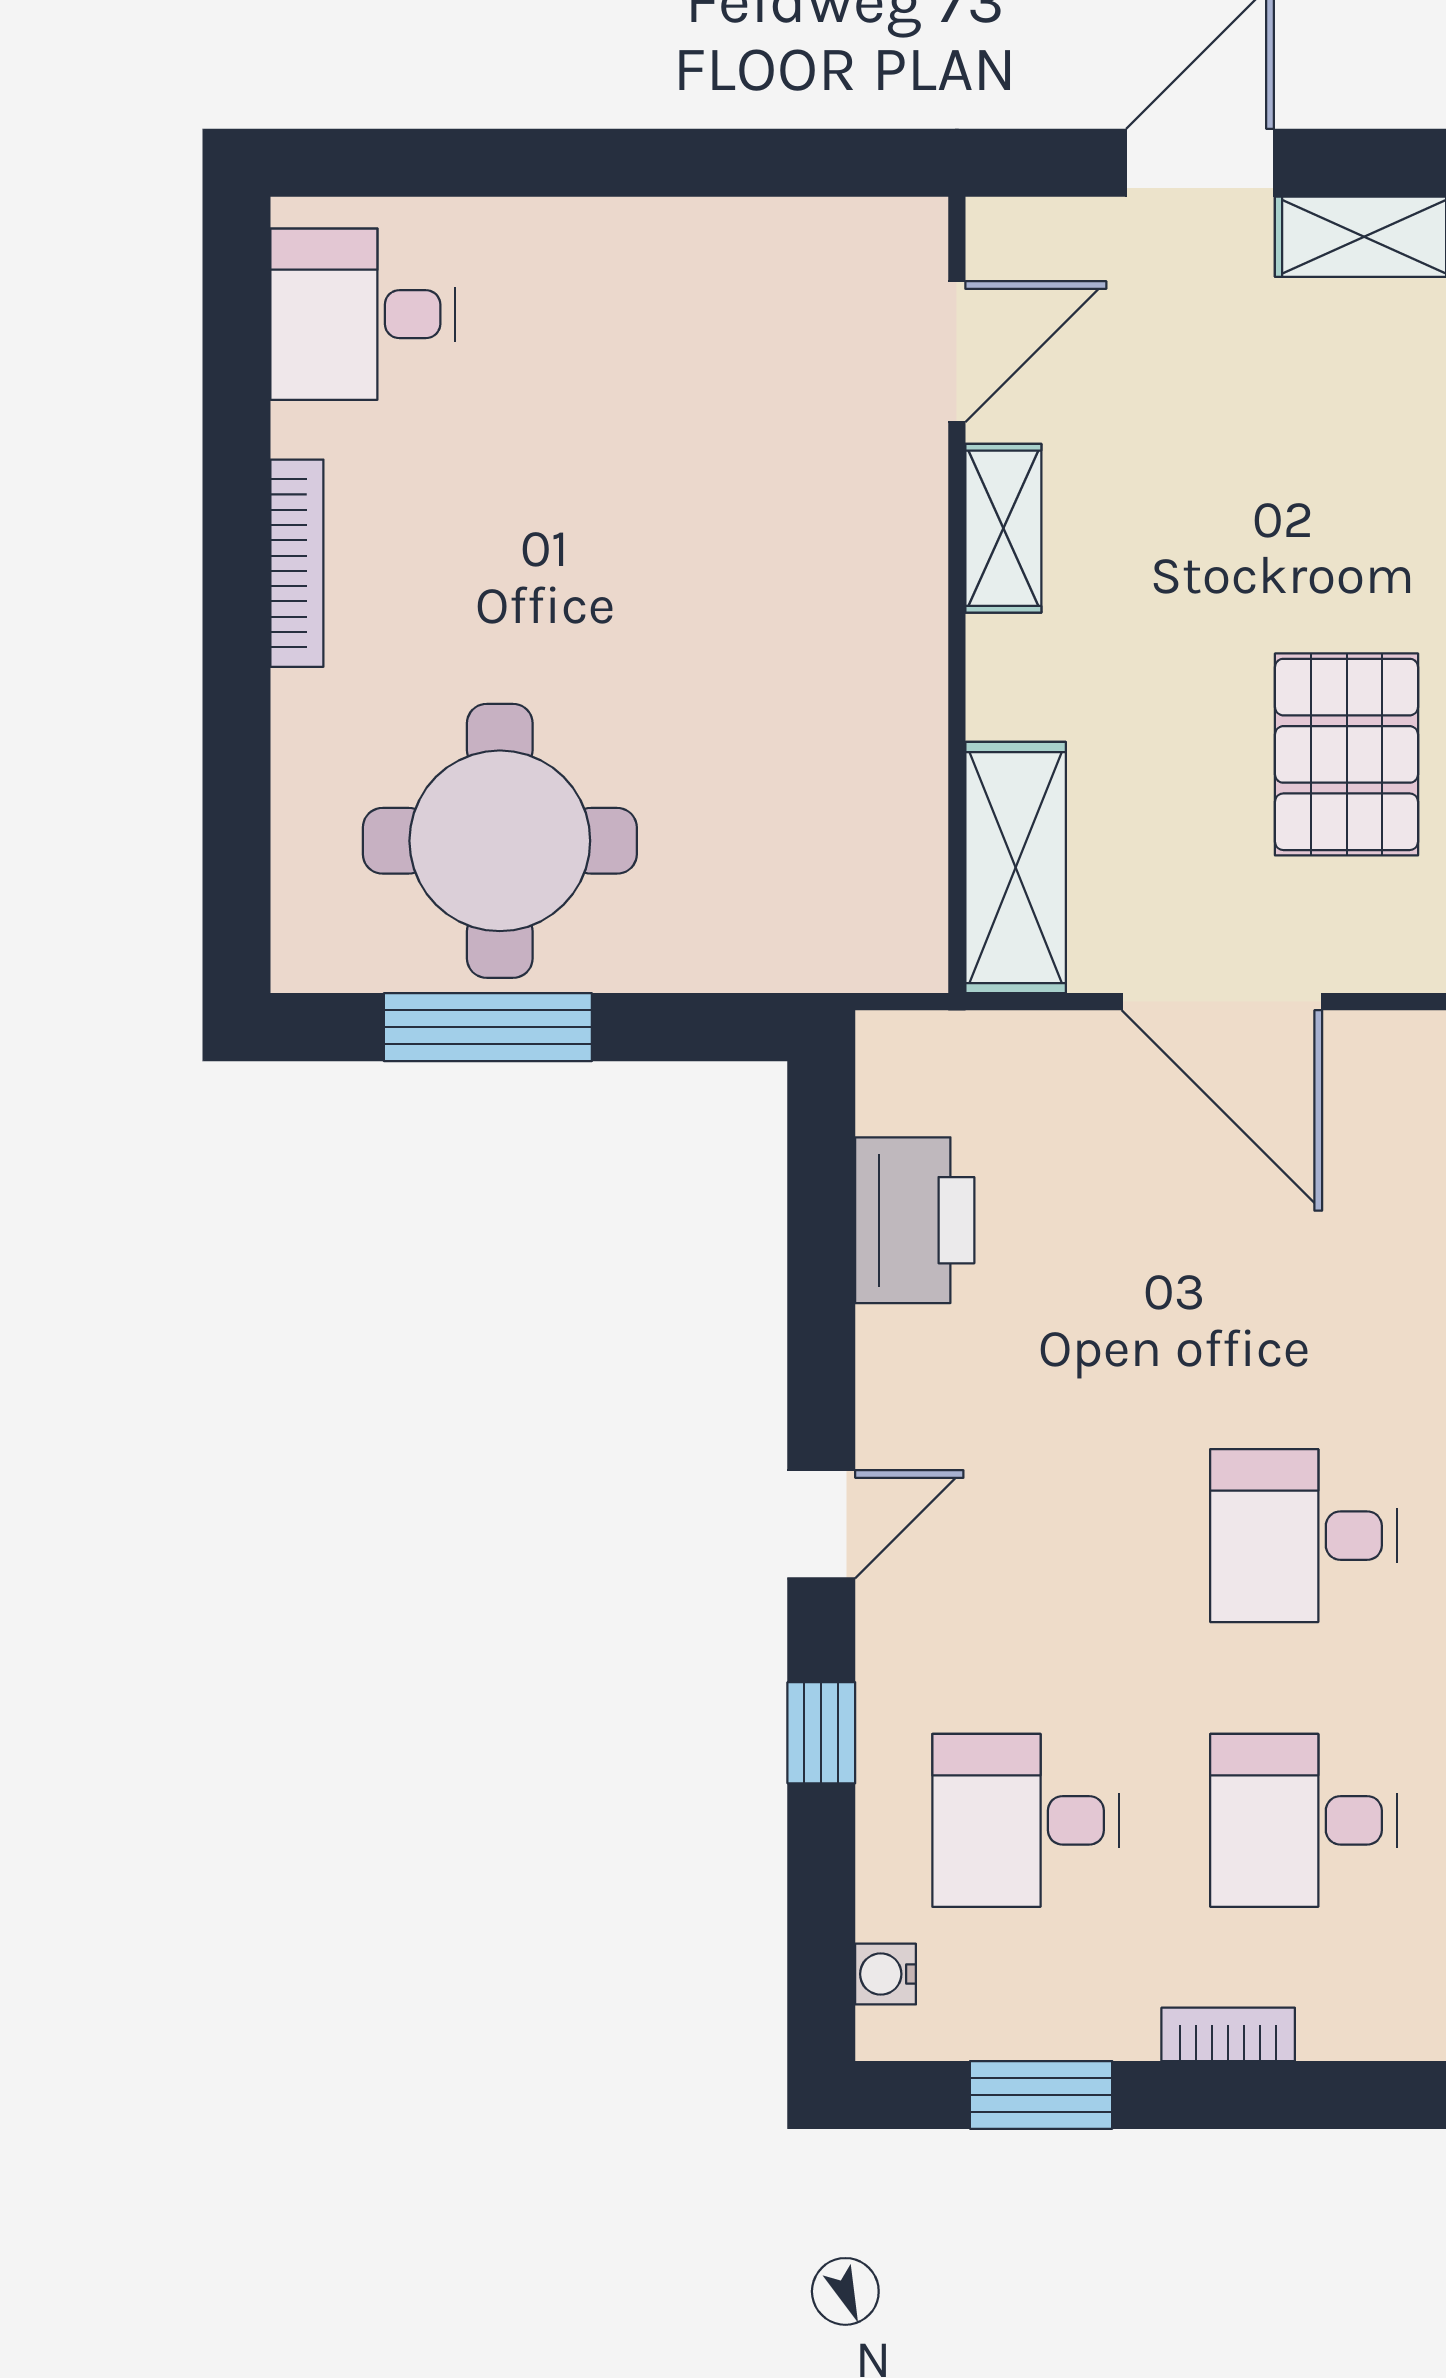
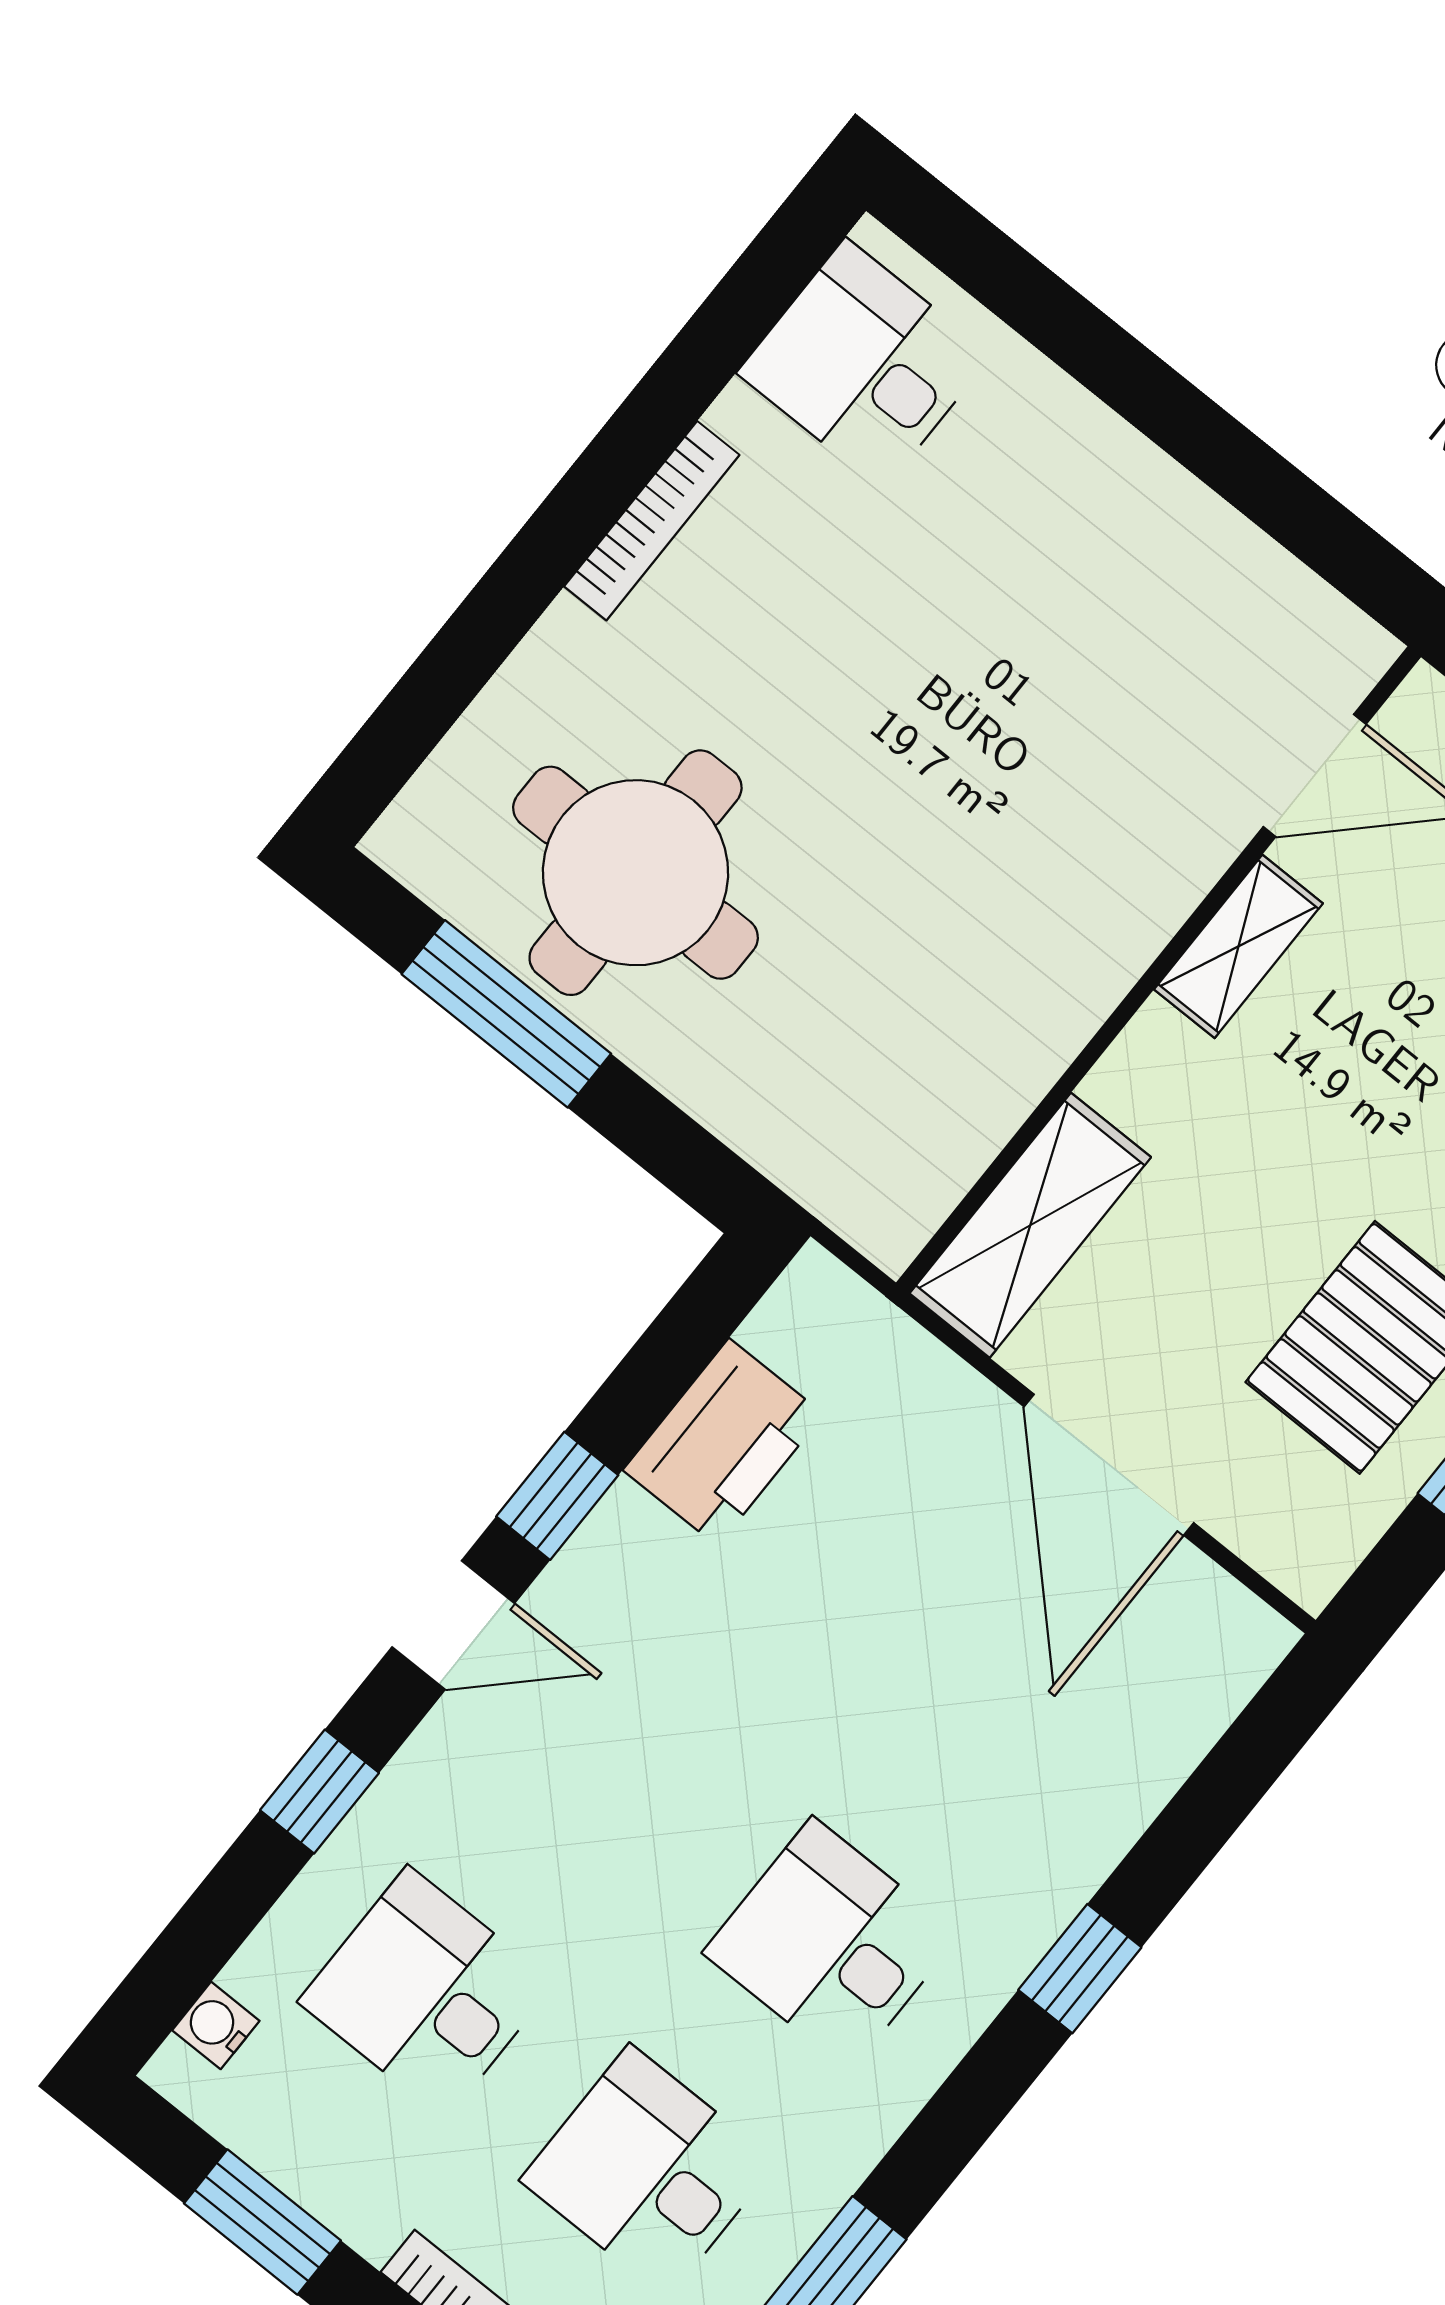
window: (821, 1363) -> (557, 1496), added

